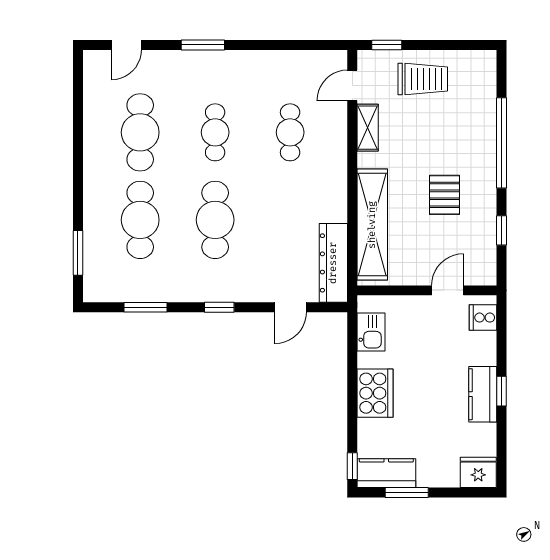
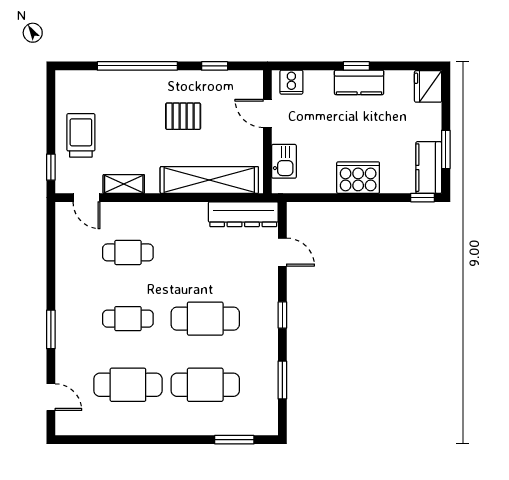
kitchen sink: (371, 332) -> (284, 161), moved, turned 90

